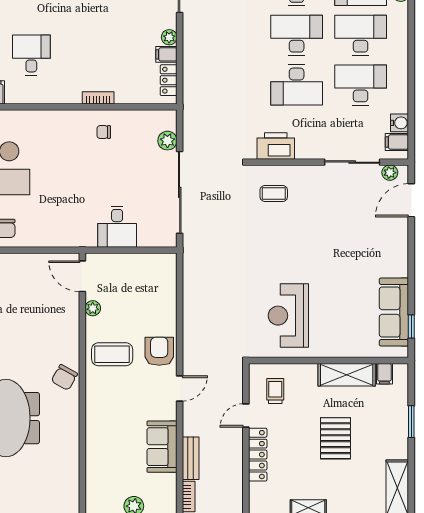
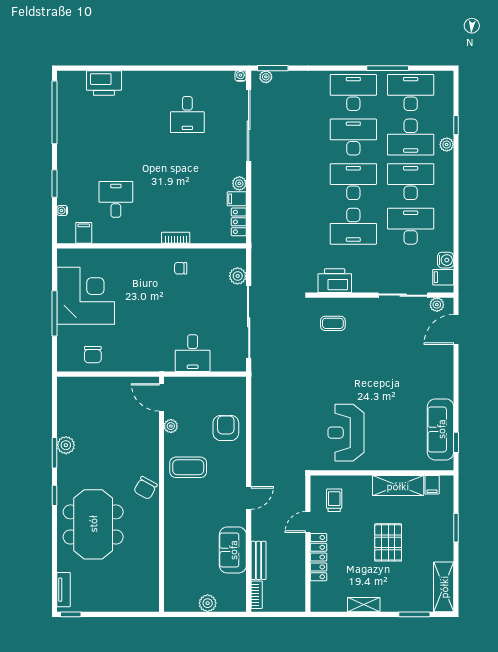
armchair: (159, 351) -> (226, 428), moved

